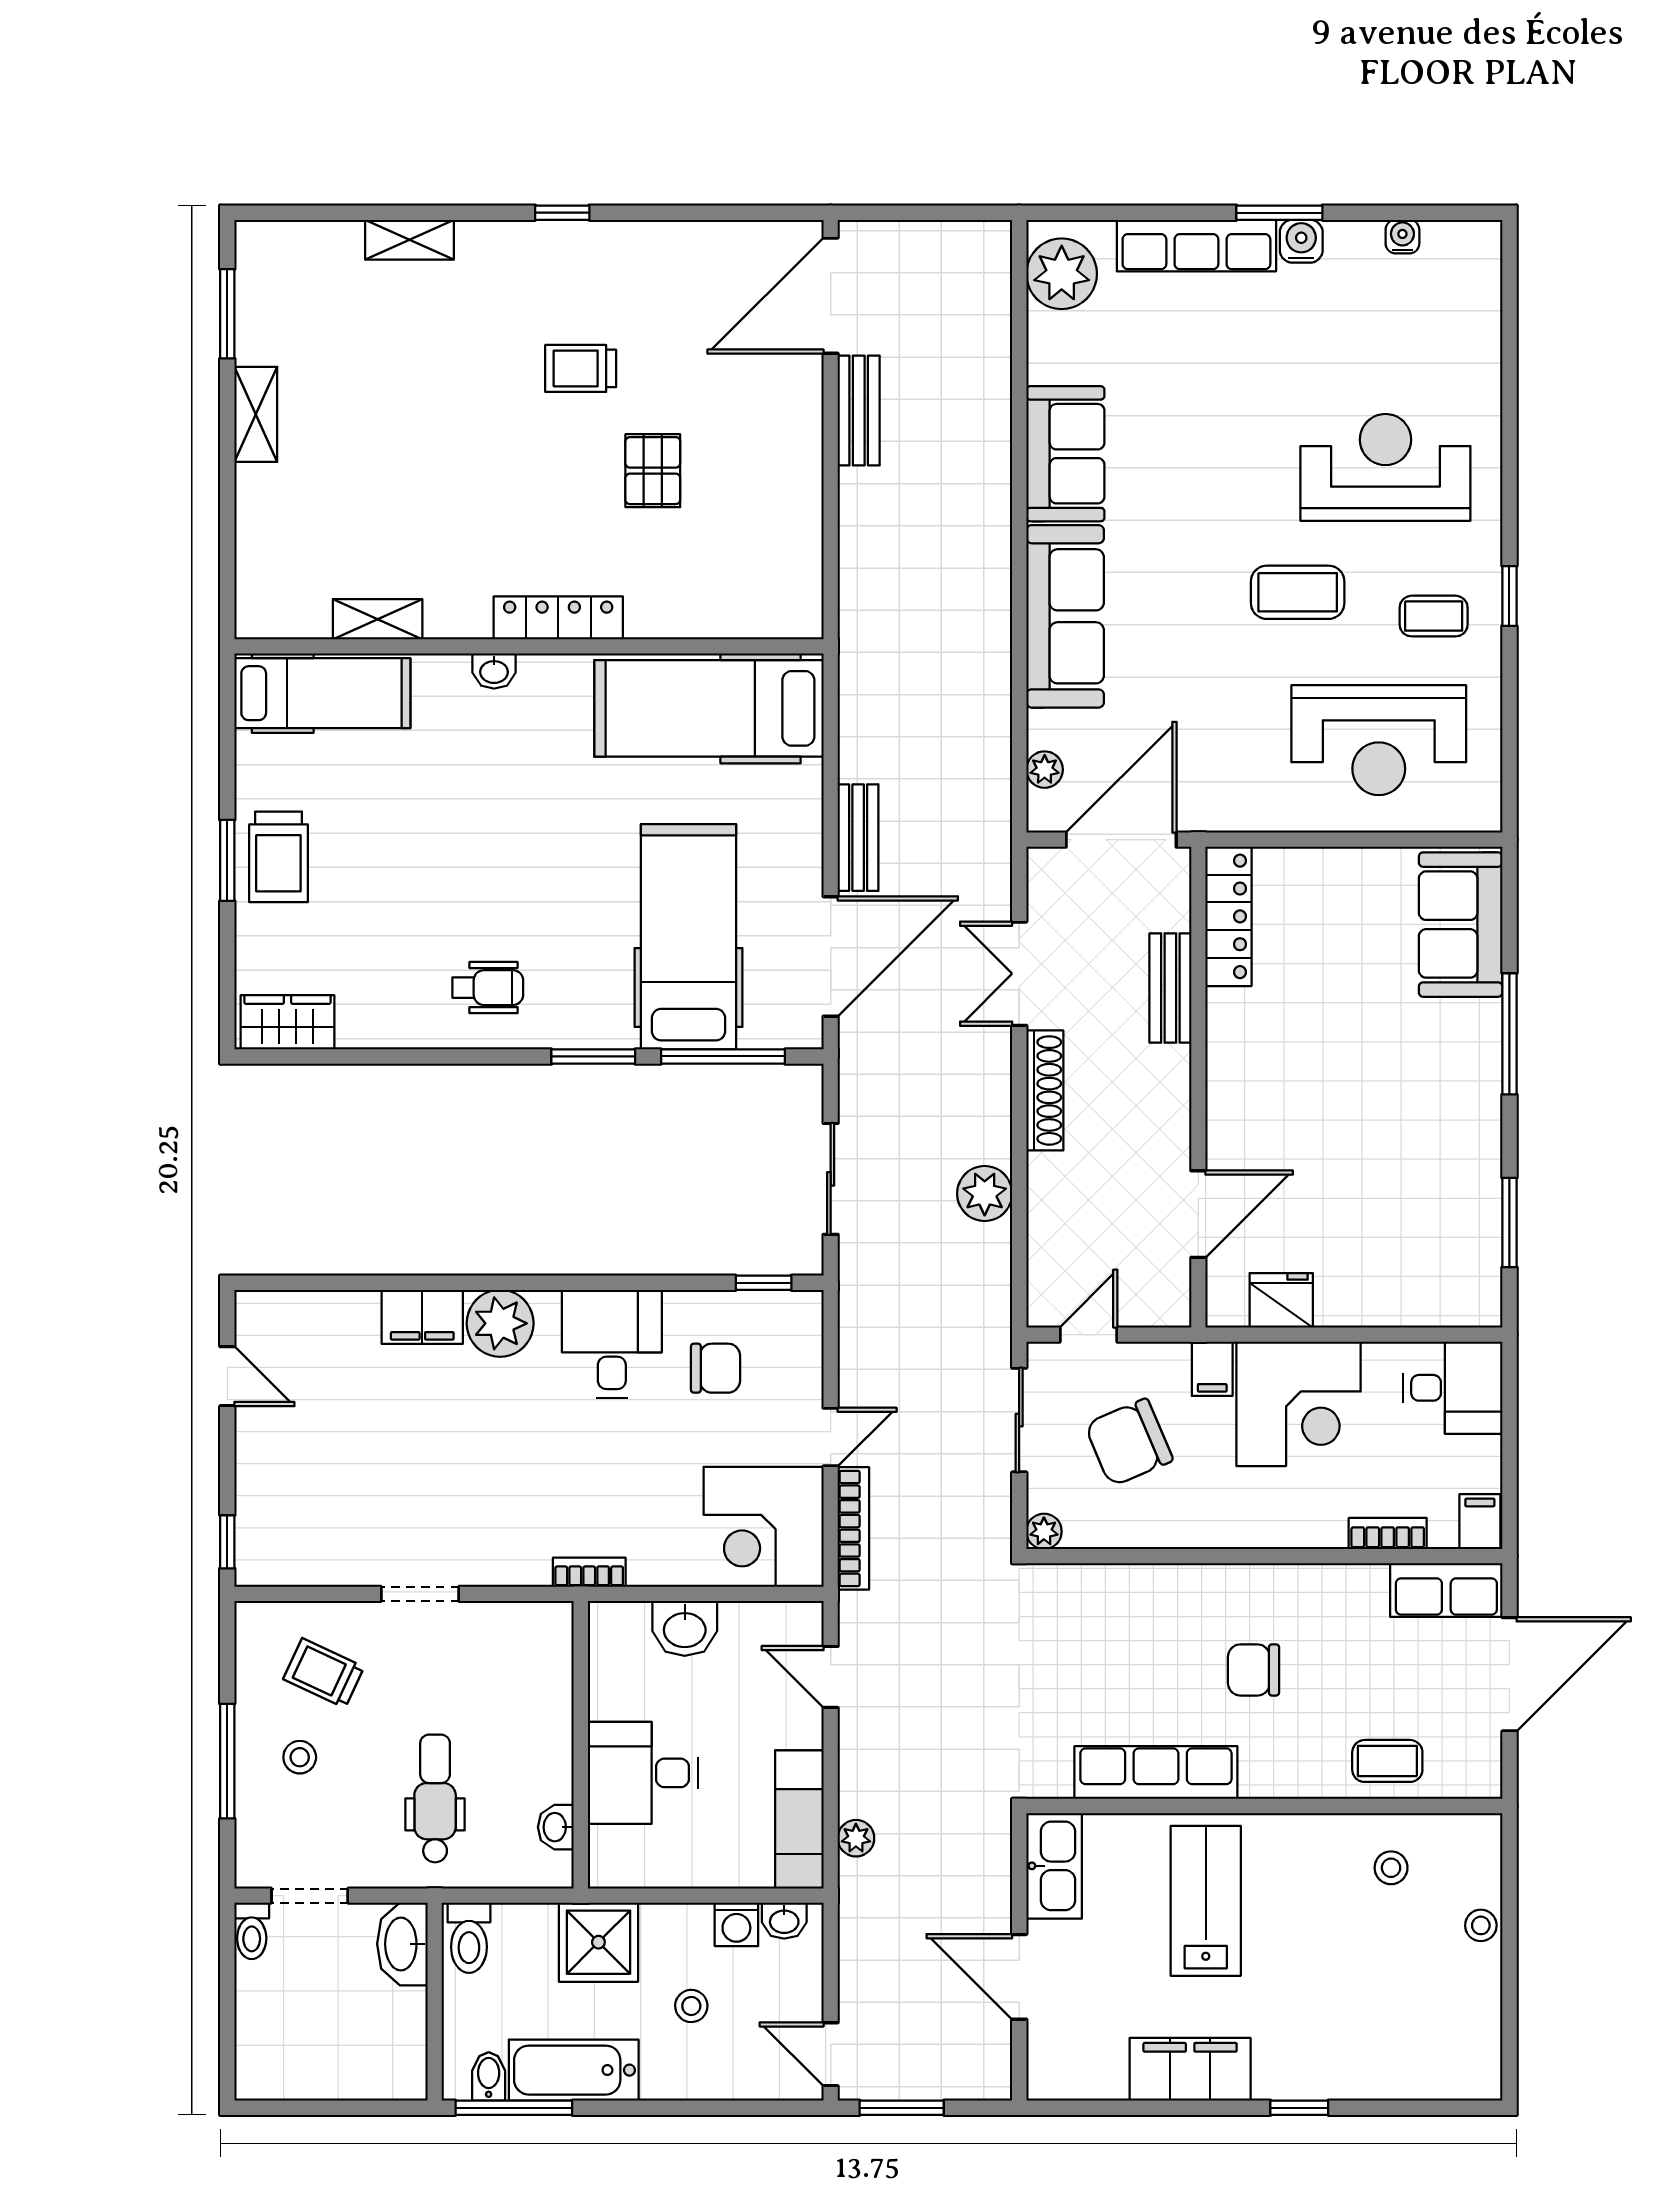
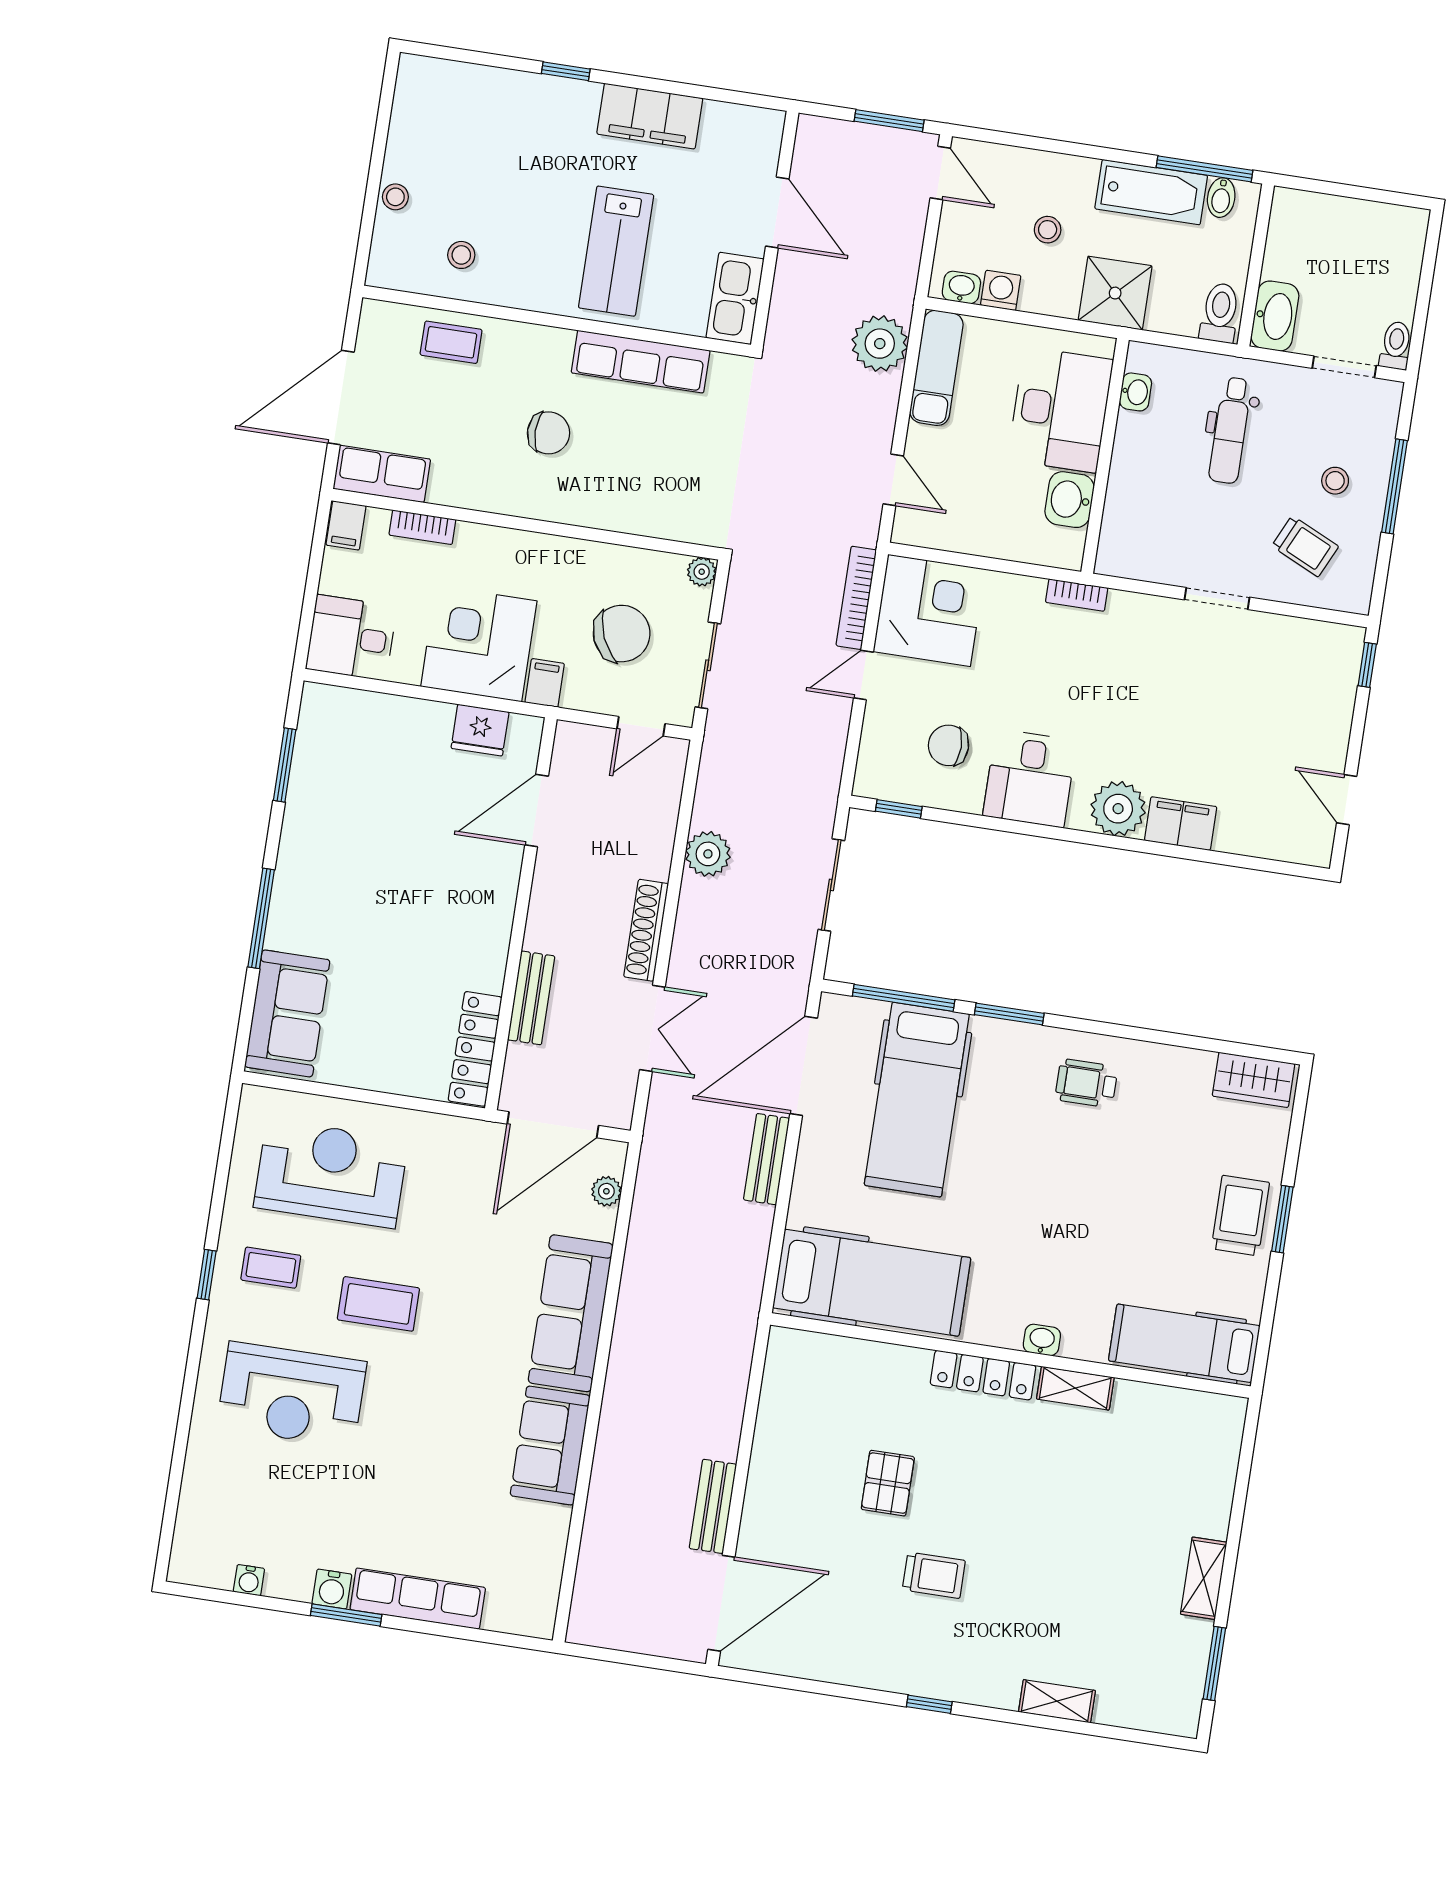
plant: (1062, 274) -> (531, 1592), removed
shelving: (378, 619) -> (1075, 1388), moved
washbasin: (685, 1628) -> (1069, 500), moved, turned -90
desk: (643, 1773) -> (1060, 410), width x1.37
plant: (856, 1838) -> (880, 344), width x1.88, depth x1.88

